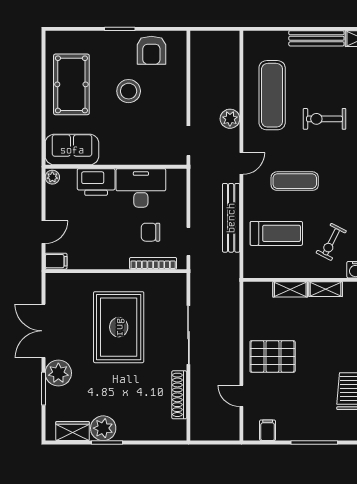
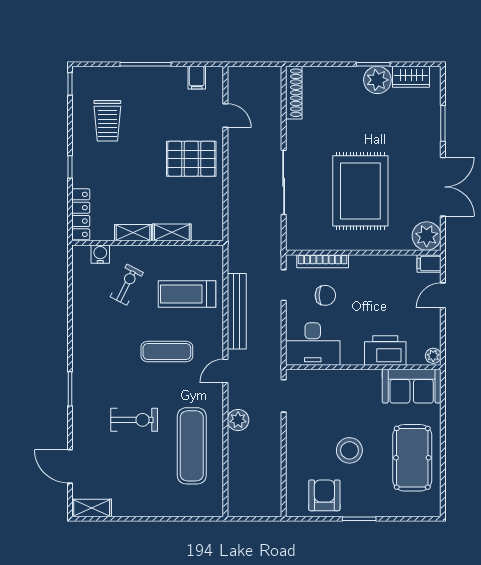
bench: (316, 38) -> (143, 508), removed
desk: (141, 188) -> (313, 344), moved
plant: (58, 373) -> (427, 236), moved
shoe rack: (179, 395) -> (294, 93), moved

